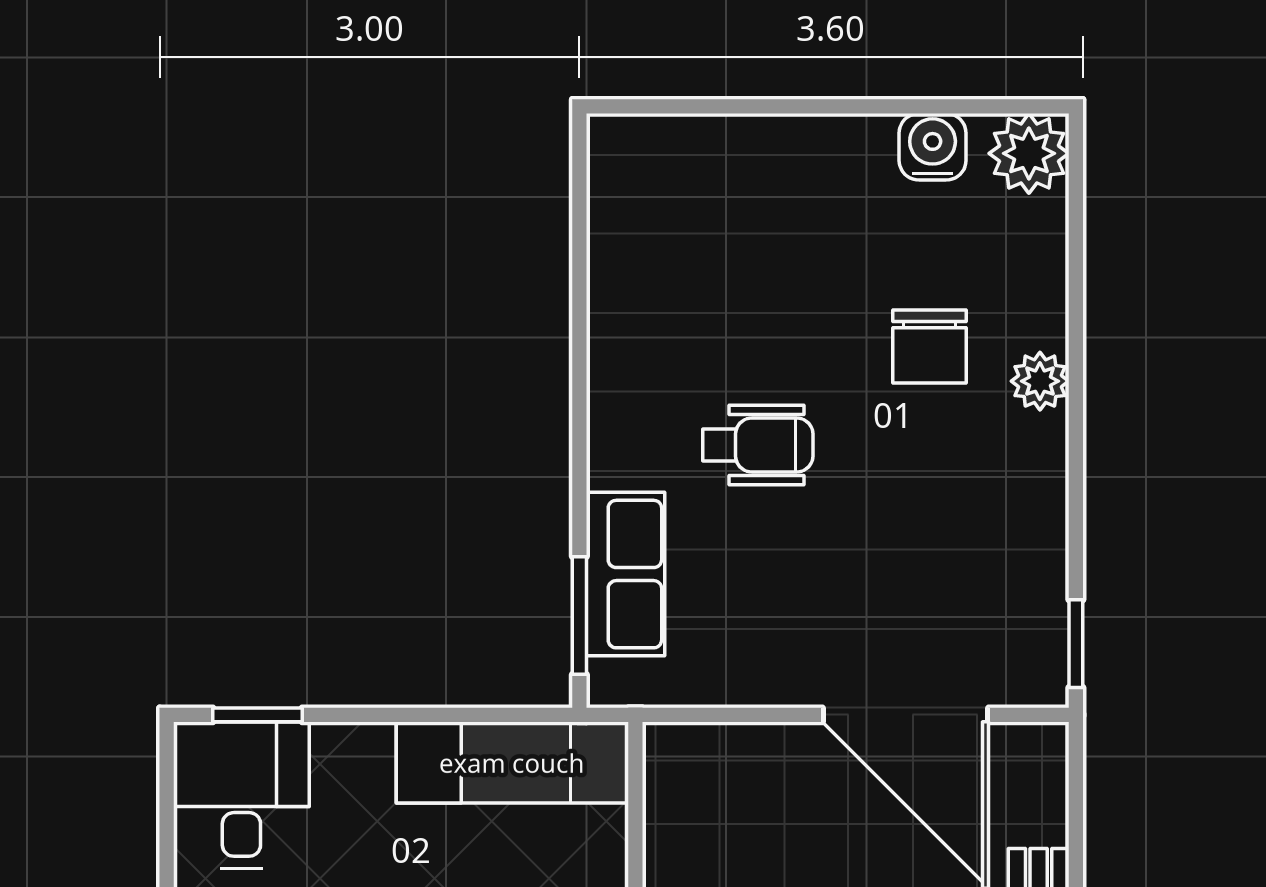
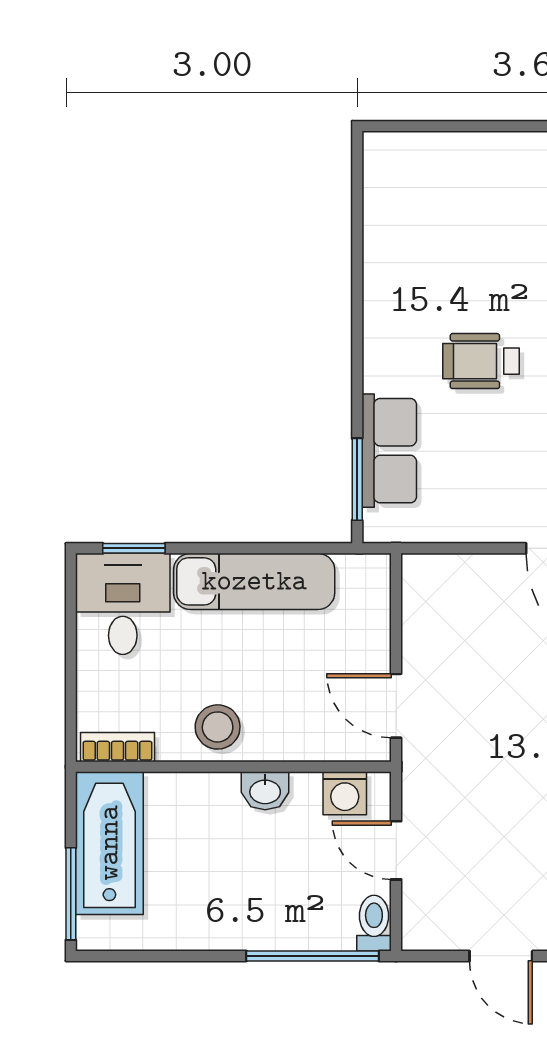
wheelchair: (758, 445) -> (481, 361), turned 180
exam couch: (512, 763) -> (254, 581), moved

